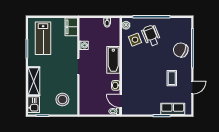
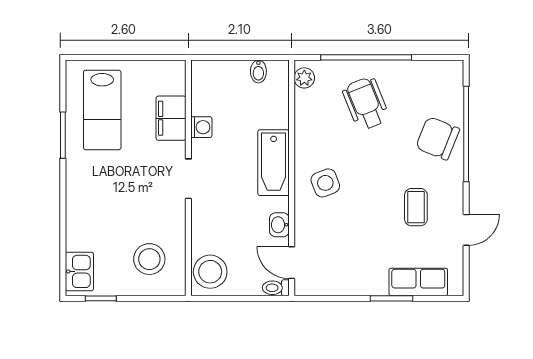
filing cabinet: (71, 27) -> (171, 118), moved
side table: (135, 40) -> (325, 183), moved
shelving: (34, 81) -> (80, 215), removed
stool: (87, 105) -> (210, 272), added

